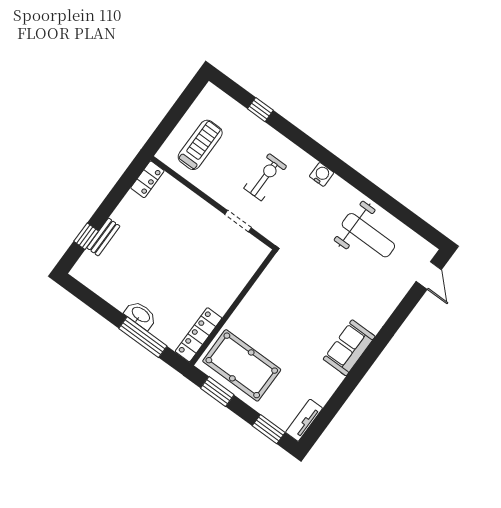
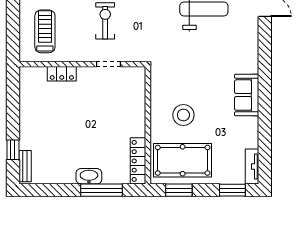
locker: (147, 179) -> (62, 74), moved, turned 90
bench: (103, 237) -> (25, 166), moved
stool: (274, 323) -> (183, 115), added

